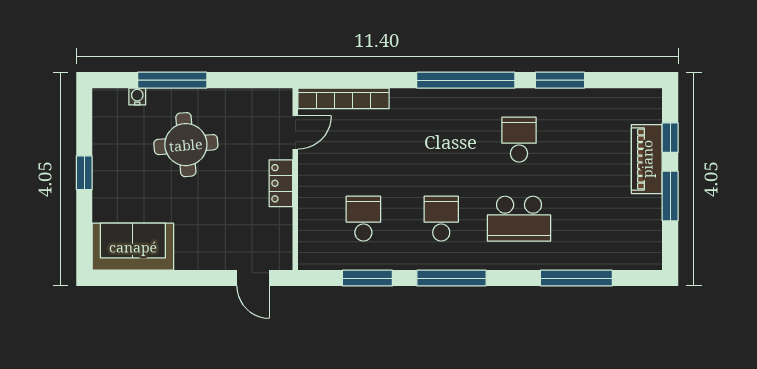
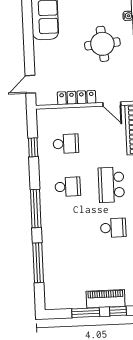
locker: (281, 183) -> (77, 98), width x1.53
school desk: (519, 219) -> (111, 185), moved
window: (367, 278) -> (33, 147), width x0.67
window: (451, 278) -> (36, 209), moved

